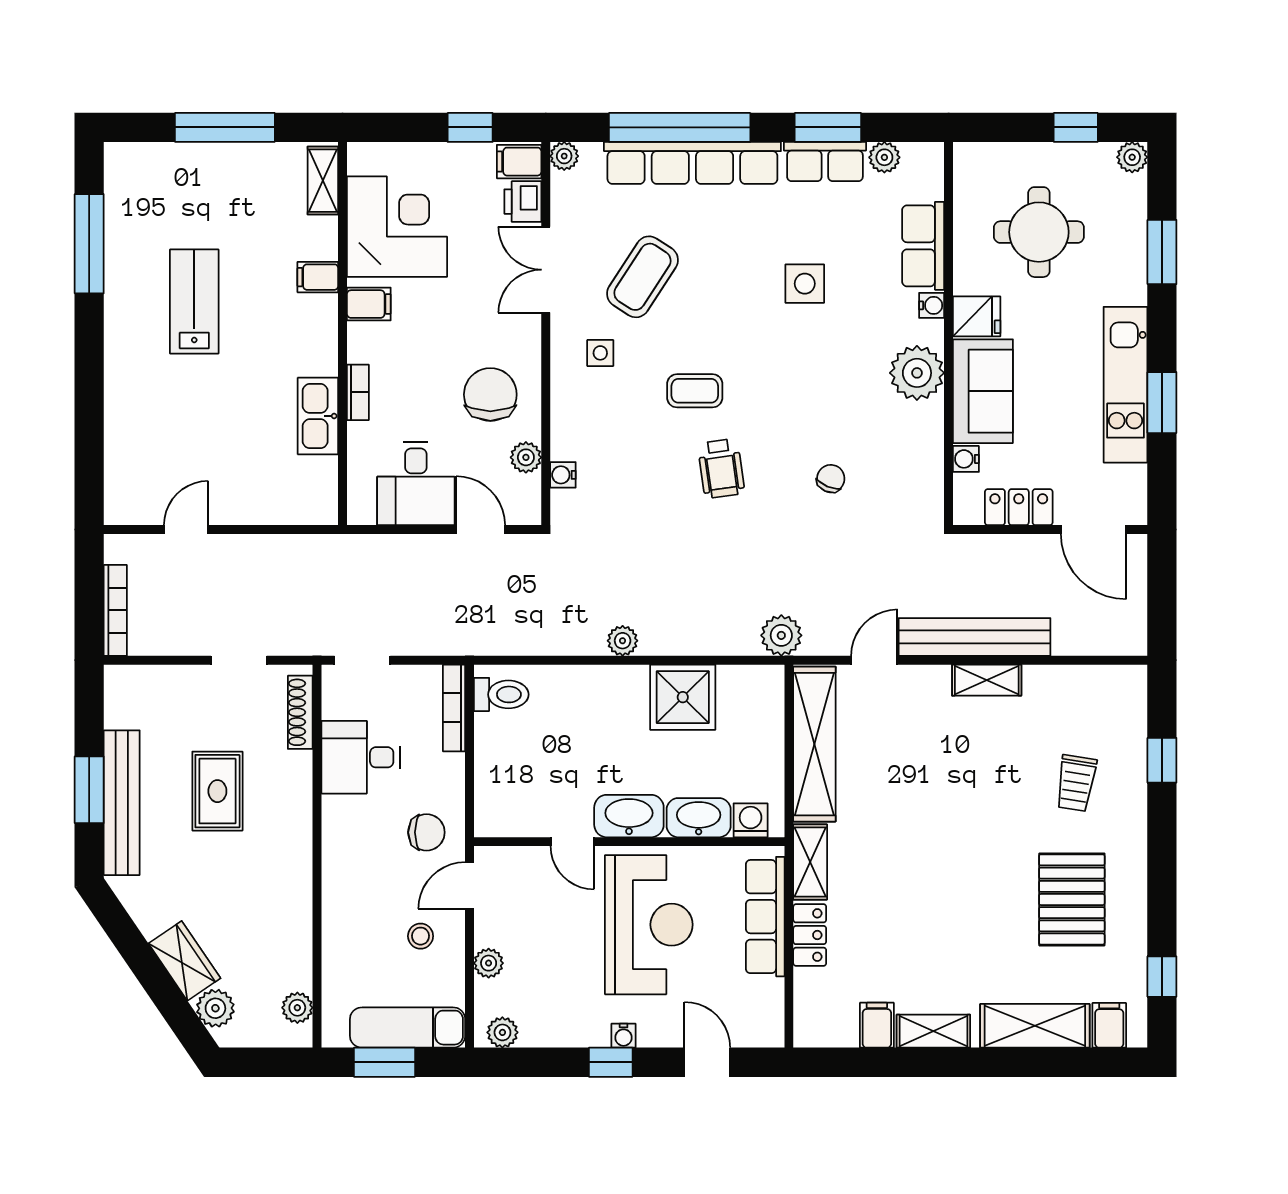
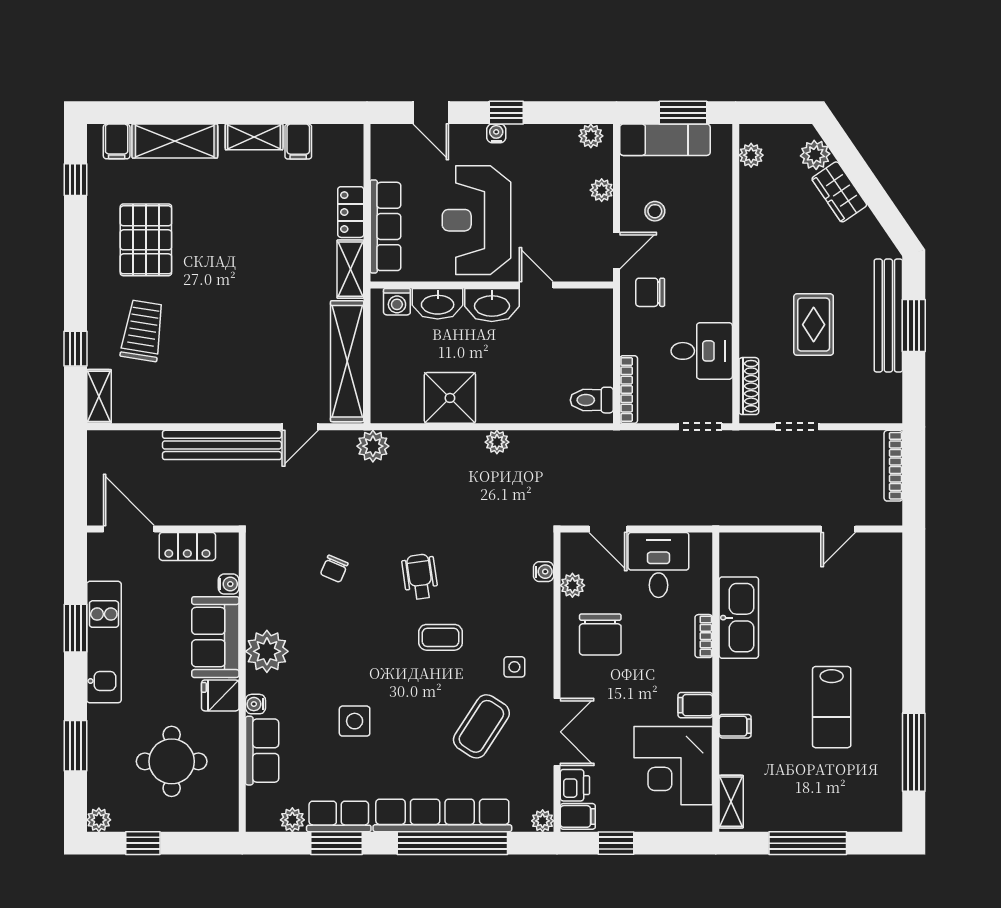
kitchen sink: (318, 416) -> (739, 618), width x1.36, depth x1.24
shelving: (987, 680) -> (99, 396), moved, turned 90
trolley: (1076, 783) -> (143, 331), width x1.36, depth x1.39

